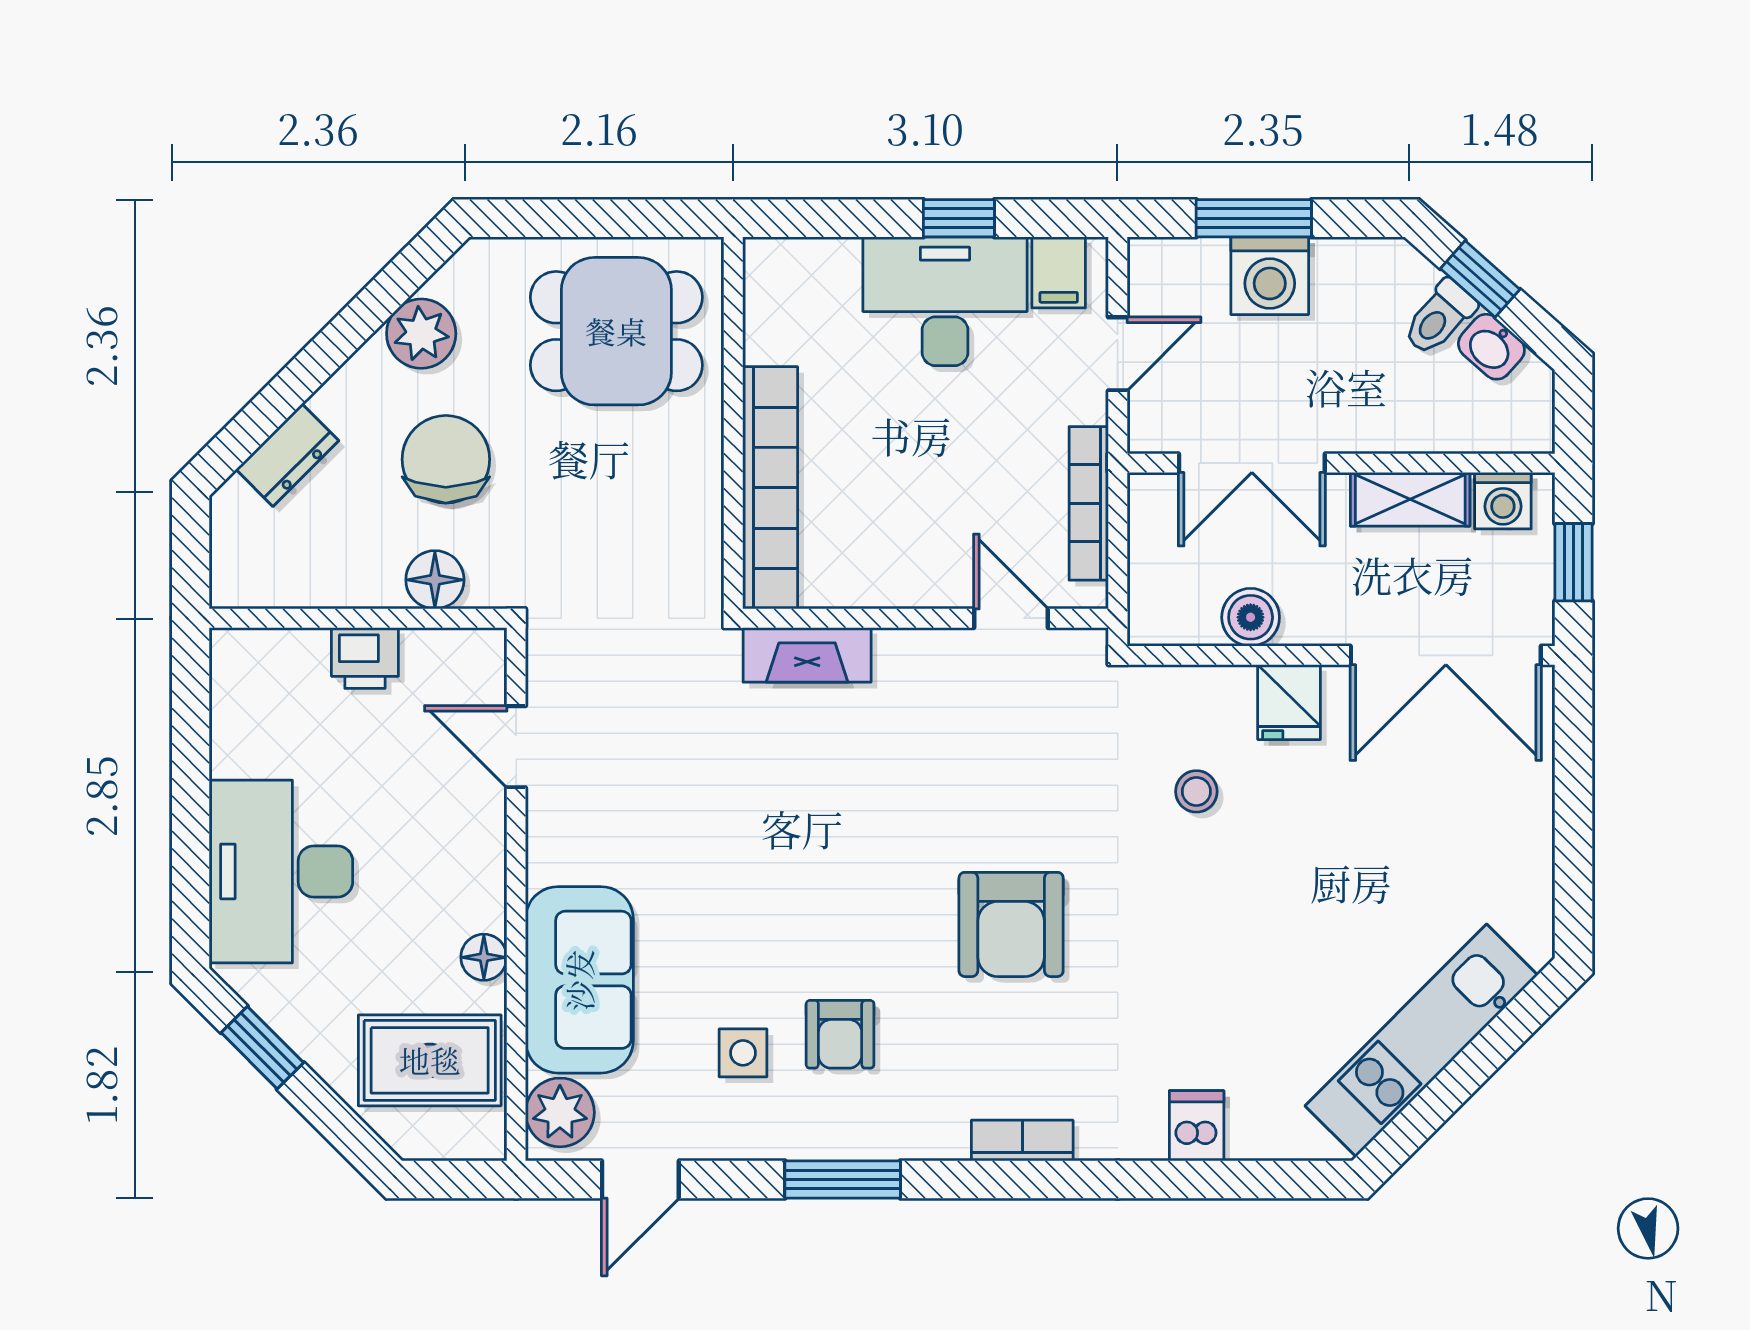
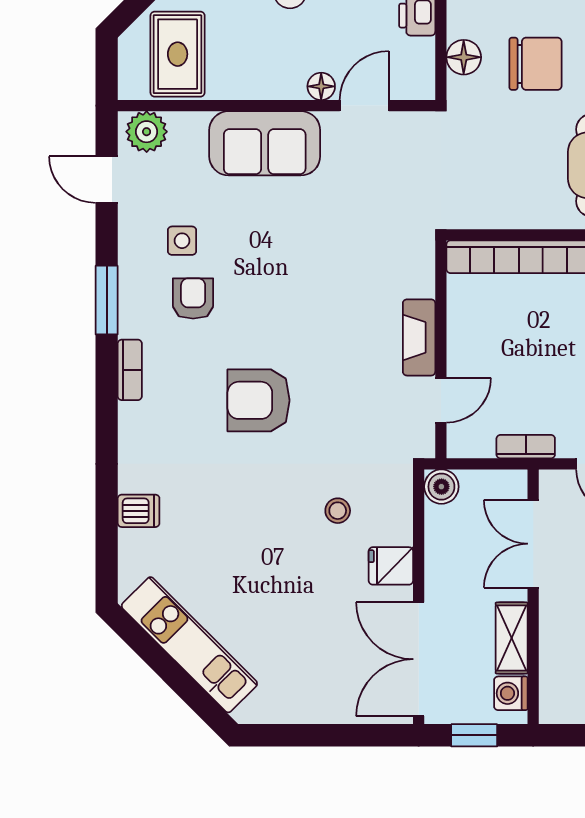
bookcase: (1089, 503) -> (526, 447), width x0.64
boiler: (1251, 617) -> (441, 487), moved
fireplace: (807, 655) -> (419, 337), moved
floor lamp: (484, 957) -> (321, 86), moved
sofa: (579, 980) -> (265, 143), moved
armchair: (840, 1034) -> (193, 298), turned 90
bookcase: (1022, 1141) -> (130, 370), moved

